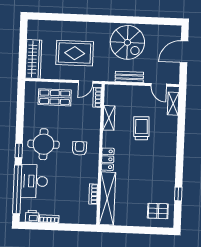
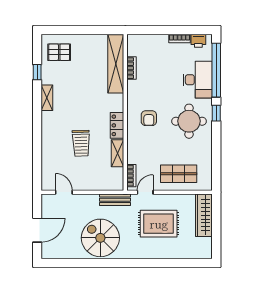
bench: (129, 77) -> (115, 200), moved
shelving: (173, 104) -> (47, 98), moved
locker: (108, 159) -> (117, 125), moved

